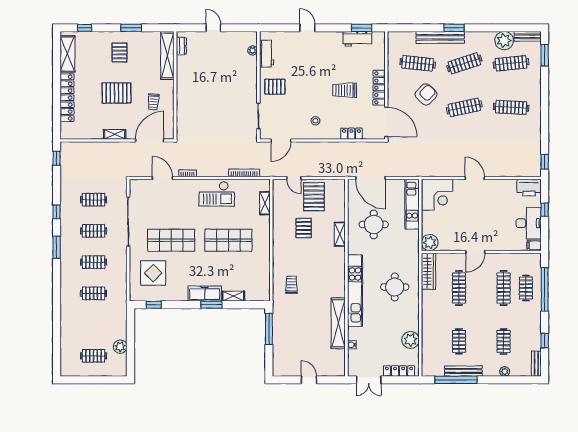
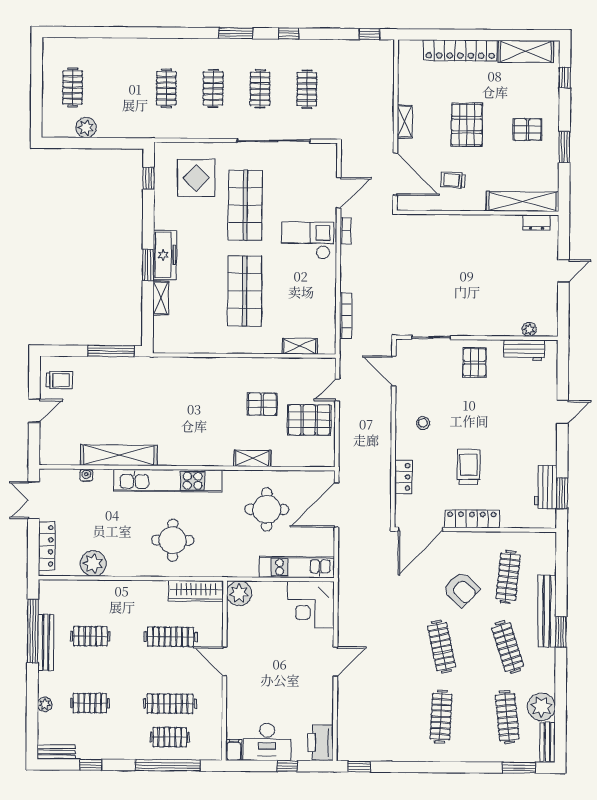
checkout: (217, 194) -> (308, 240), moved, turned 90
trolley: (291, 285) -> (59, 380), moved

